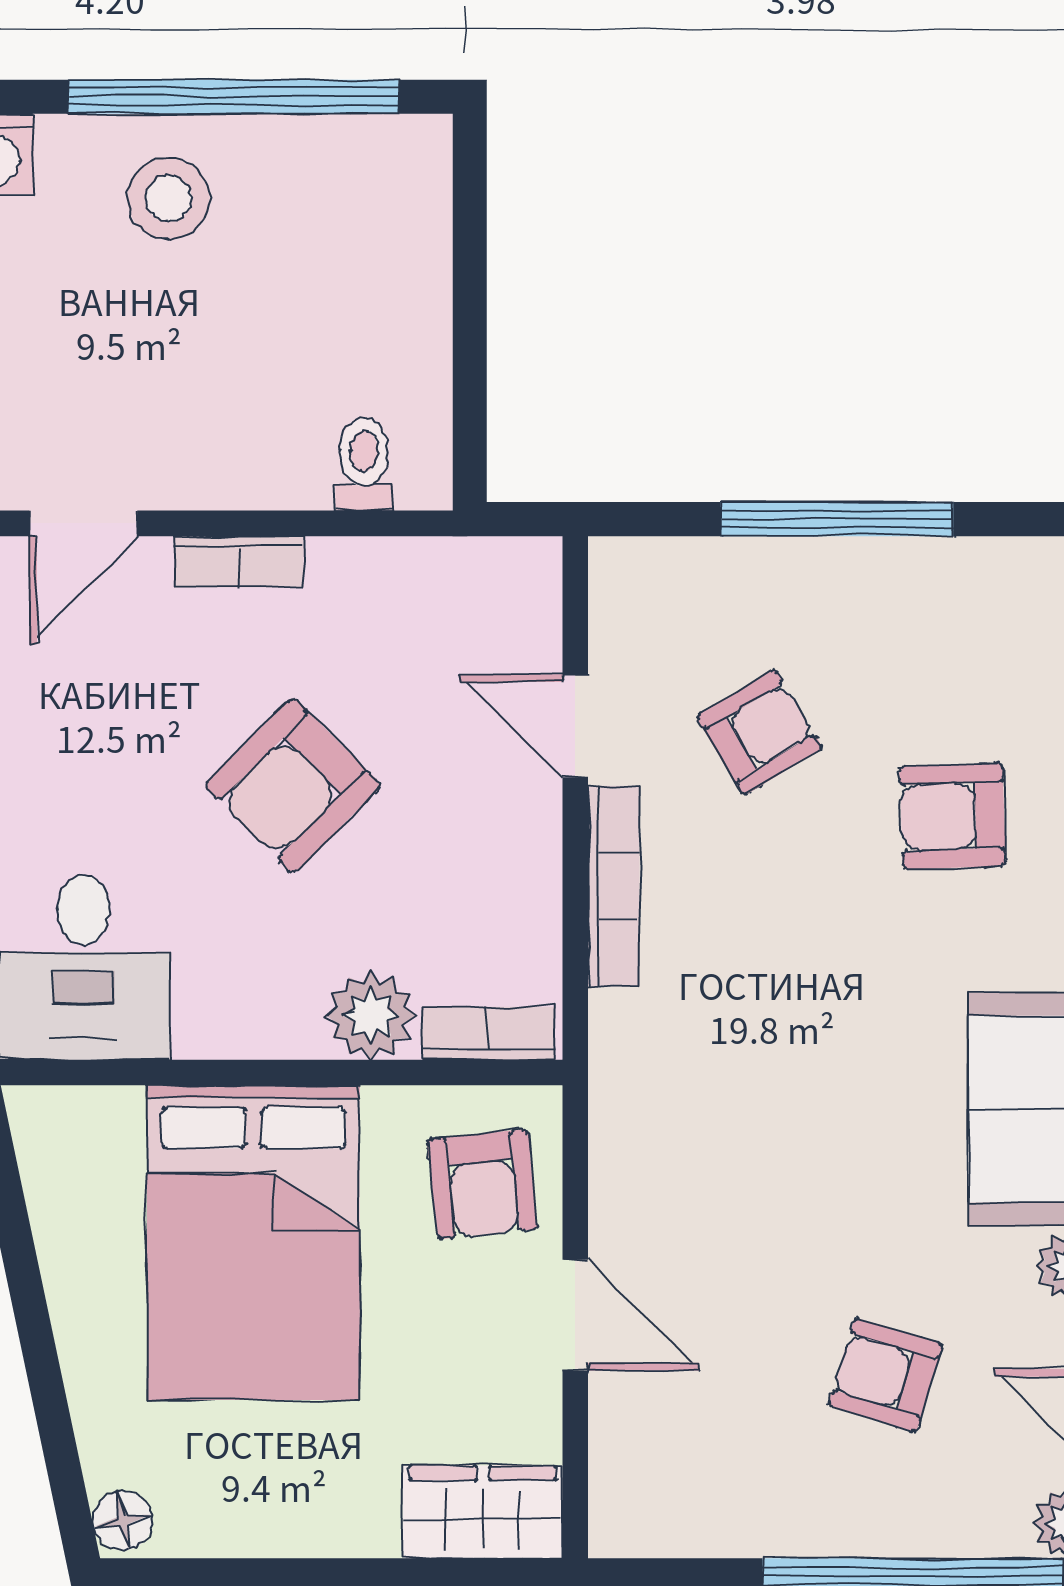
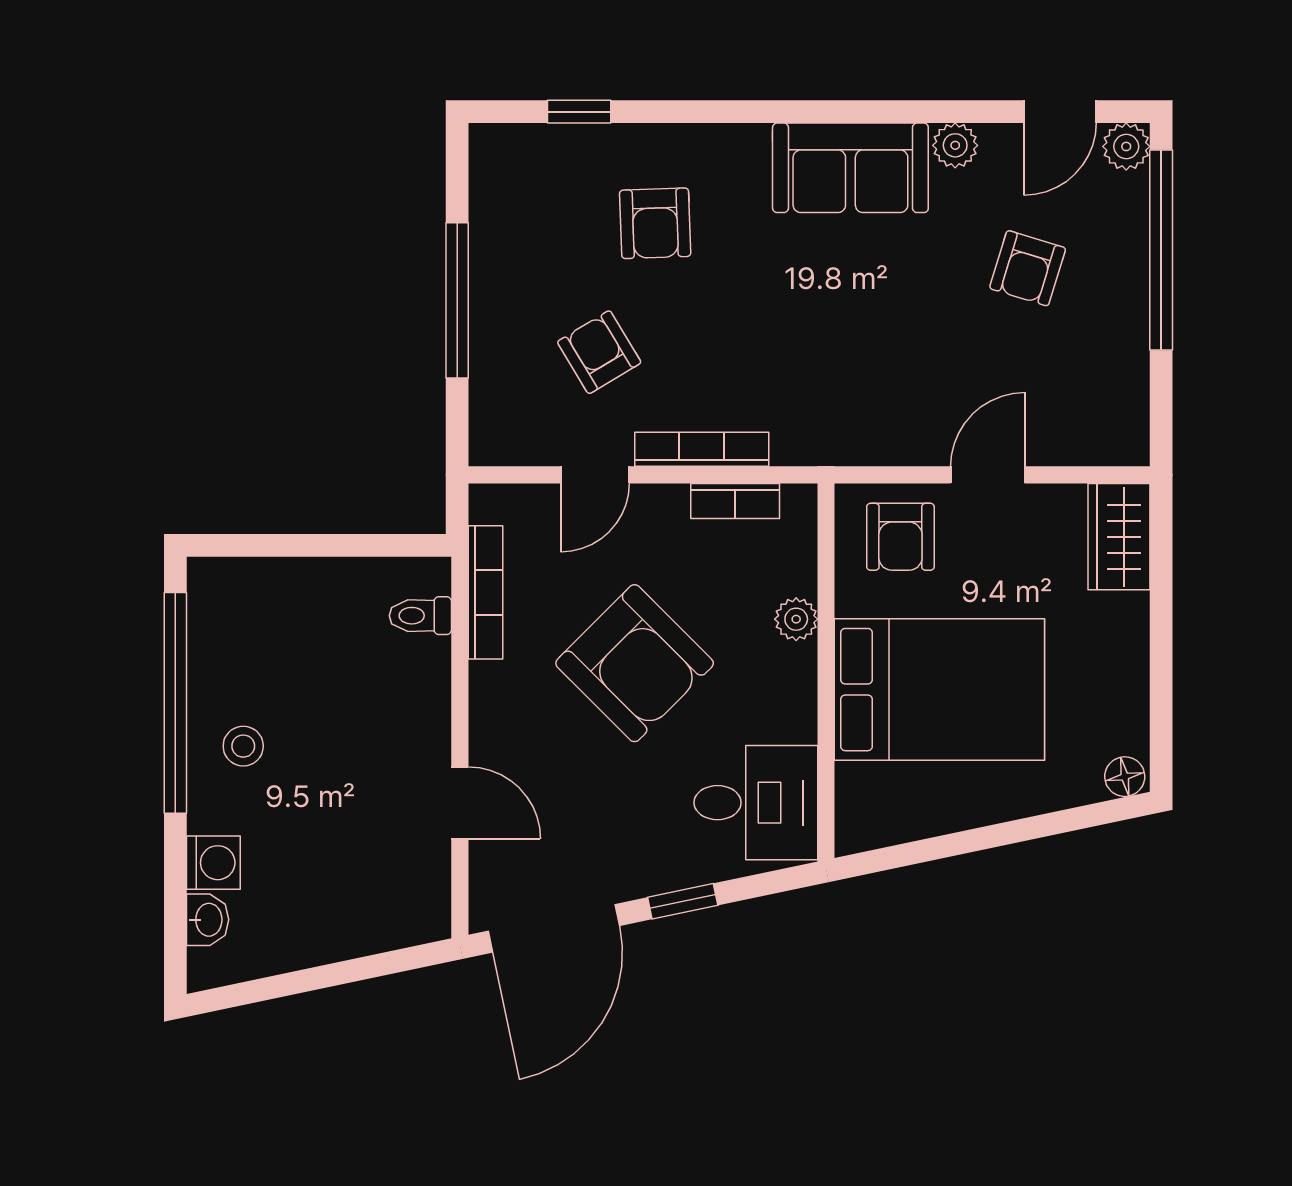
stool: (168, 198) -> (243, 746), width x0.73, depth x0.73
bookcase: (239, 562) -> (485, 592), moved, width x1.56
armchair: (293, 785) -> (635, 663), width x1.36, depth x1.36
plant: (371, 1016) -> (796, 619), width x0.73, depth x0.73
bookcase: (488, 1033) -> (735, 501), moved, turned -90
armchair: (482, 1184) -> (900, 537), turned 96

